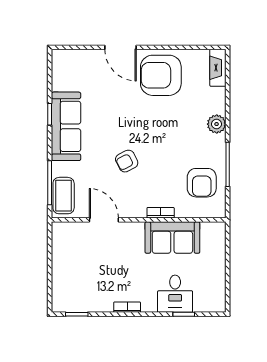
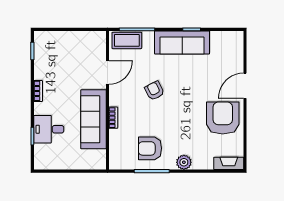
armchair: (202, 183) -> (150, 148), moved
sofa: (172, 238) -> (93, 119), width x1.36

